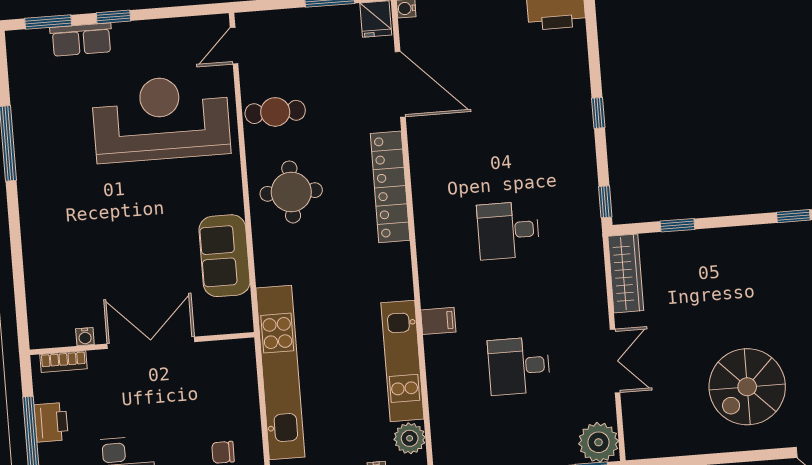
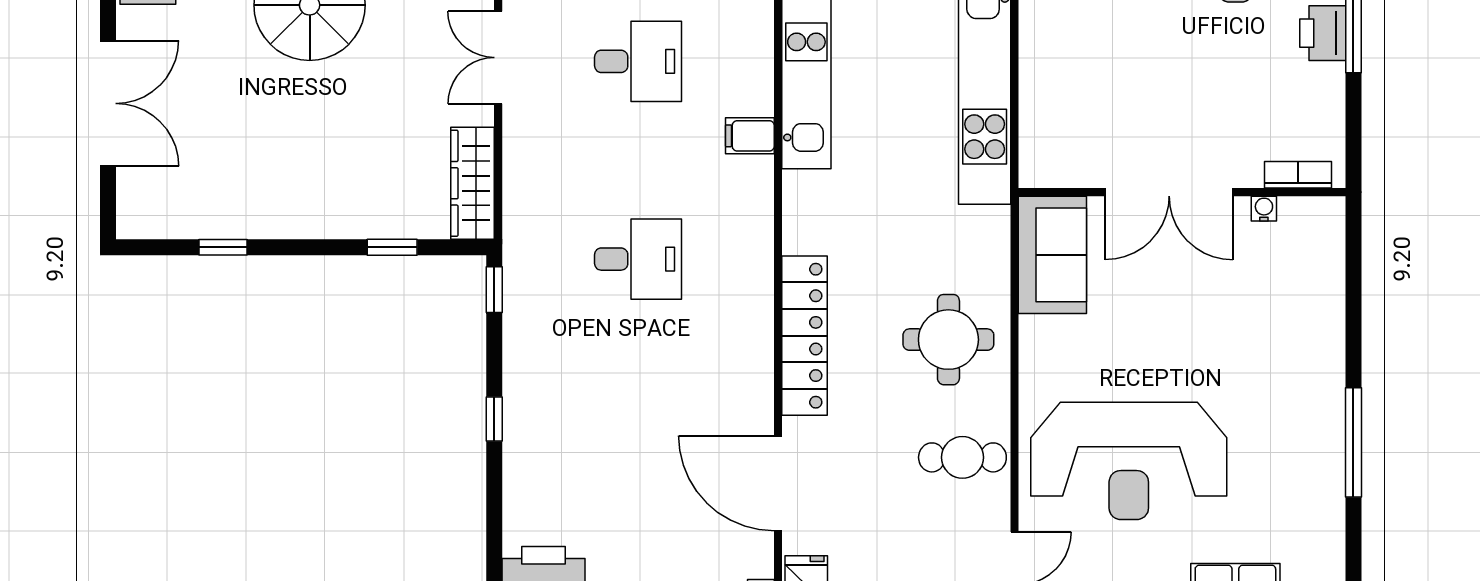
water cooler: (85, 337) -> (1264, 209), moved
wall: (142, 343) -> (1182, 192), moved
double door: (151, 343) -> (1169, 192), moved
bookcase: (63, 362) -> (1298, 175), moved

